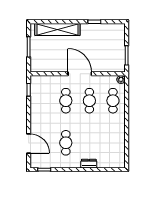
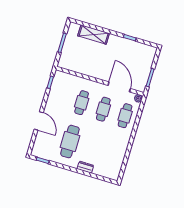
shelving: (57, 29) -> (94, 35), width x0.68
door: (80, 74) -> (119, 87), moved
cafe table: (66, 143) -> (70, 142), width x1.37, depth x1.35
door: (29, 144) -> (39, 121), moved

